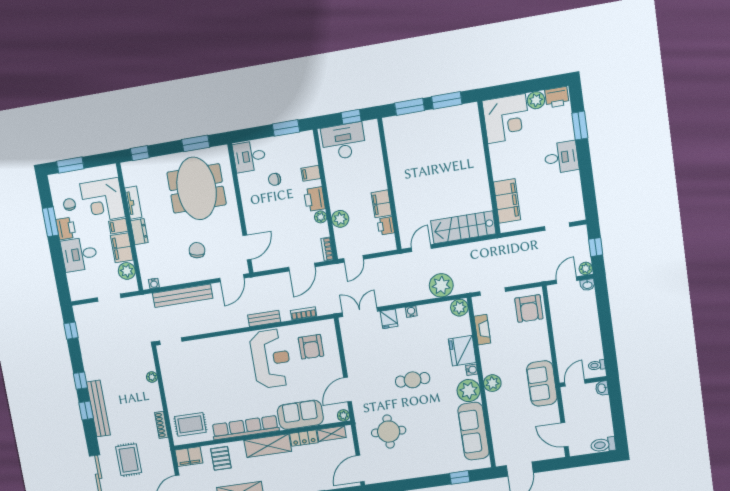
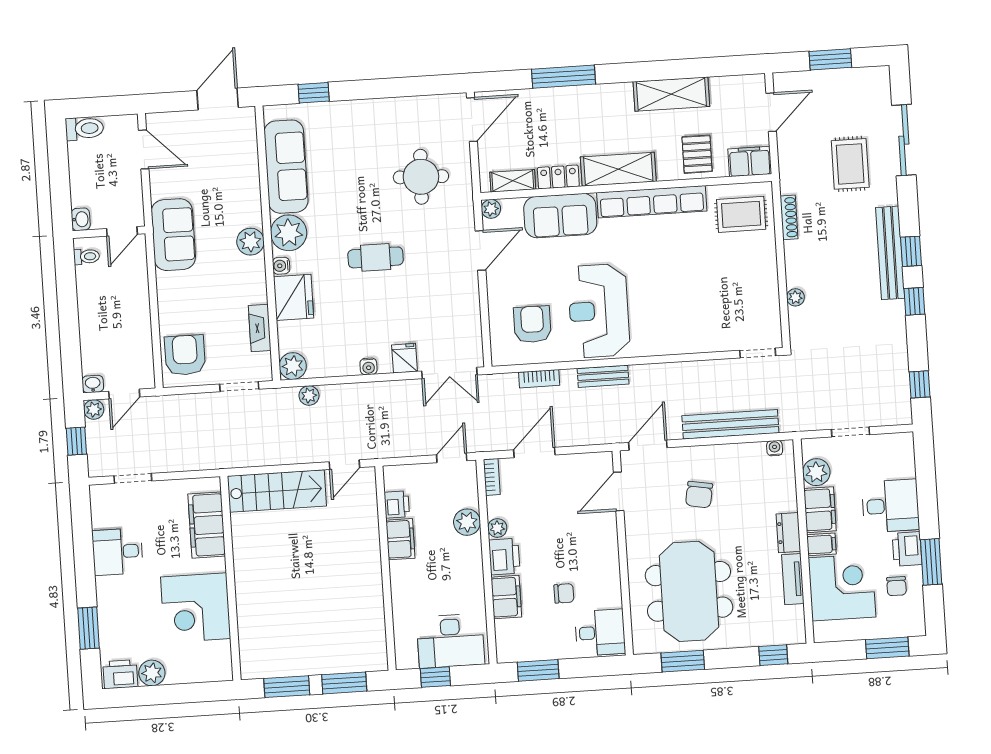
corner desk: (506, 119) -> (196, 608), moved, turned -90
desk: (561, 157) -> (118, 552), moved
filing cabinet: (311, 173) -> (506, 597), width x2.00
plant: (441, 285) -> (309, 396), width x0.53, depth x0.53

